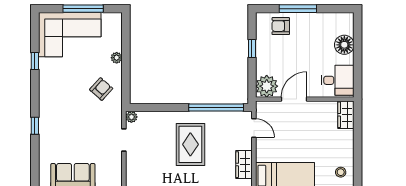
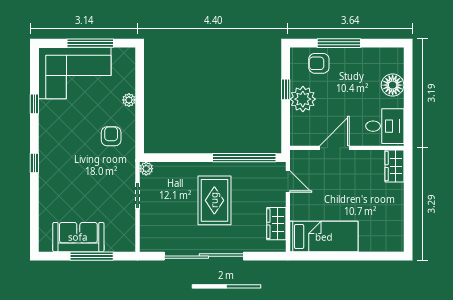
plant: (267, 86) -> (303, 99), moved
armchair: (101, 89) -> (111, 136), turned -42
window: (35, 126) -> (34, 163), moved
stool: (341, 172) -> (388, 232), removed

